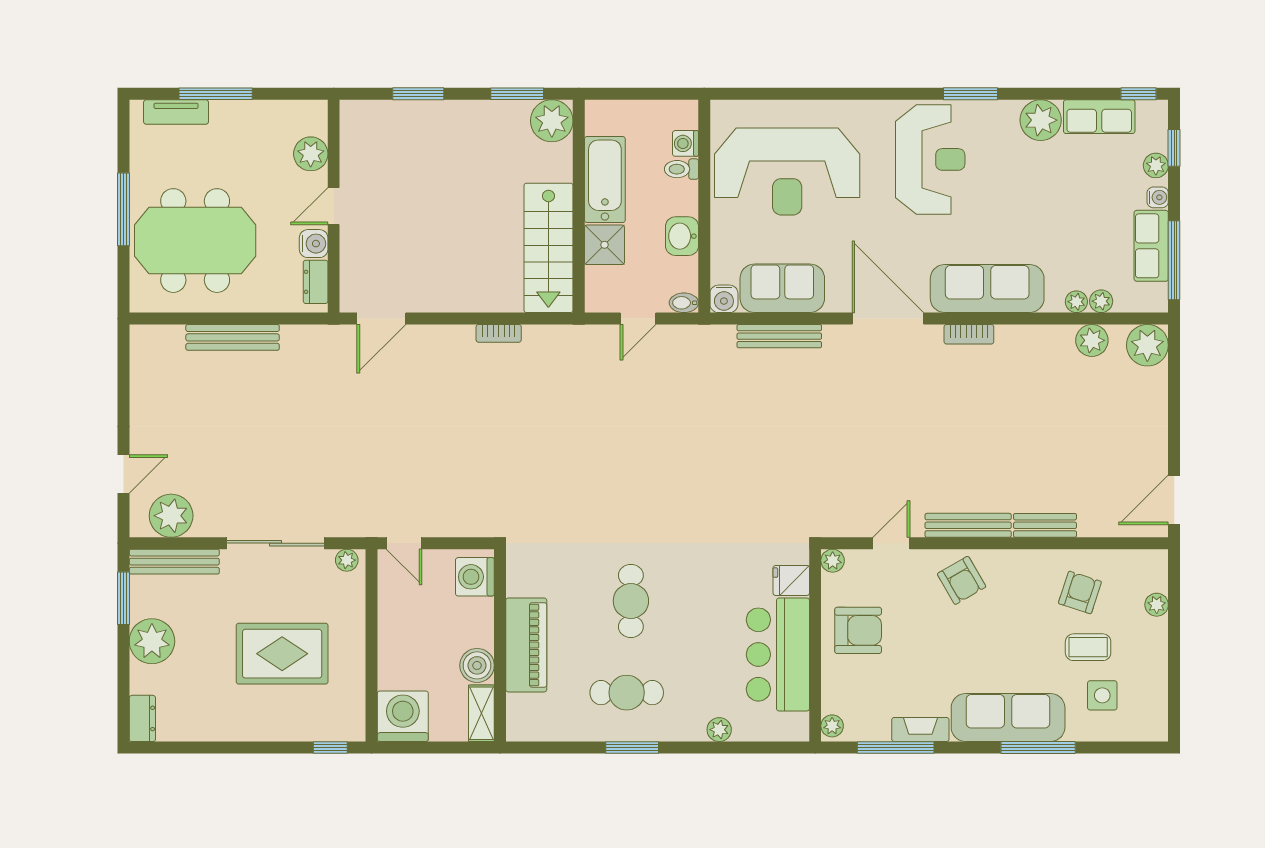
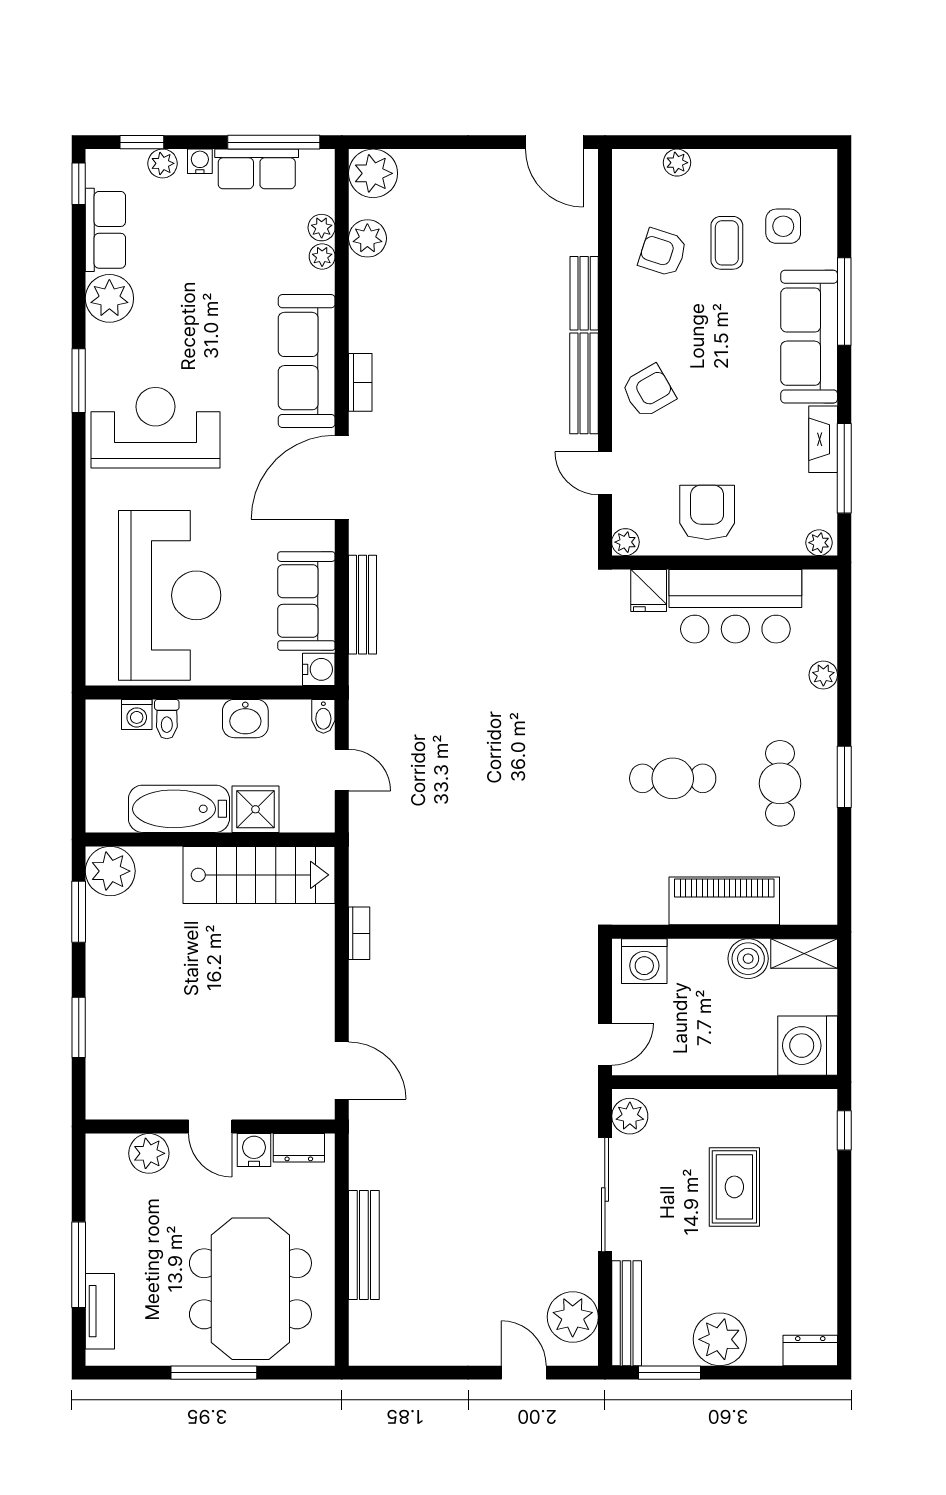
plant: (347, 560) -> (630, 1116), width x1.38, depth x1.38
rug: (282, 654) -> (734, 1187), width x0.73, depth x0.70

